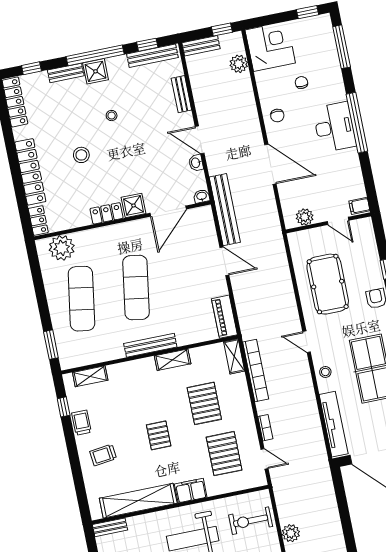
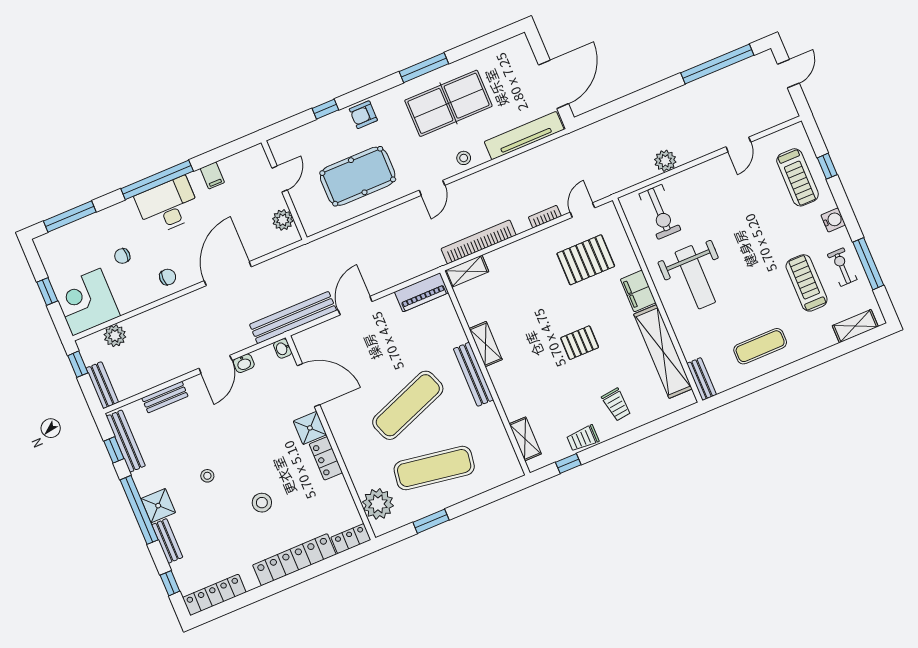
window: (308, 12) -> (47, 291), moved
filing cabinet: (359, 206) -> (212, 175), moved
exercise mat: (136, 288) -> (408, 405), turned -30
window: (51, 345) -> (431, 521), moved
pallet: (204, 403) -> (530, 296), removed

